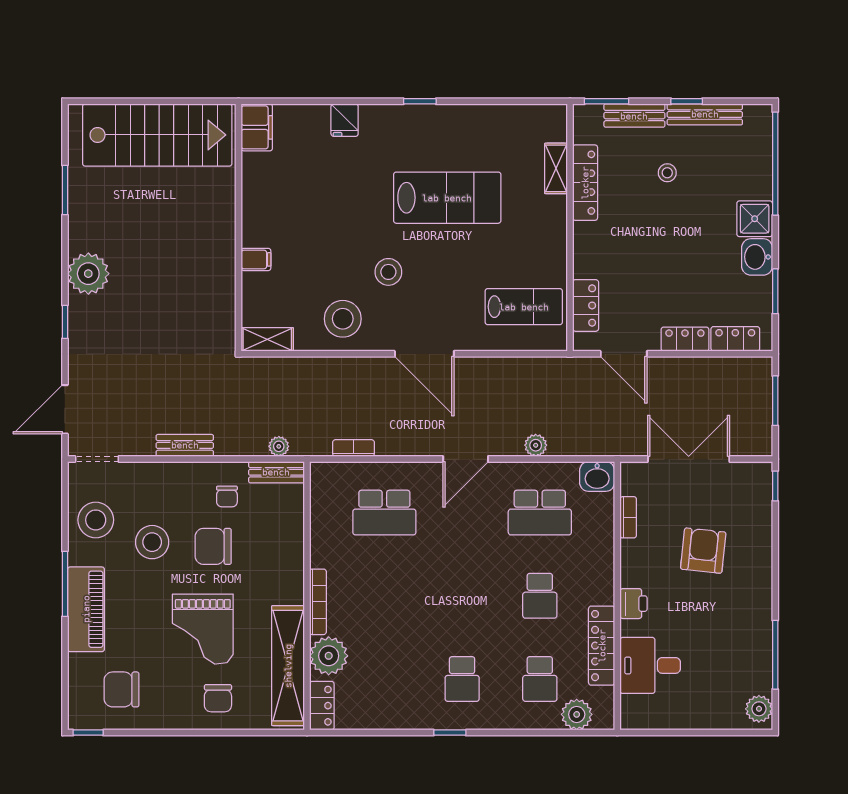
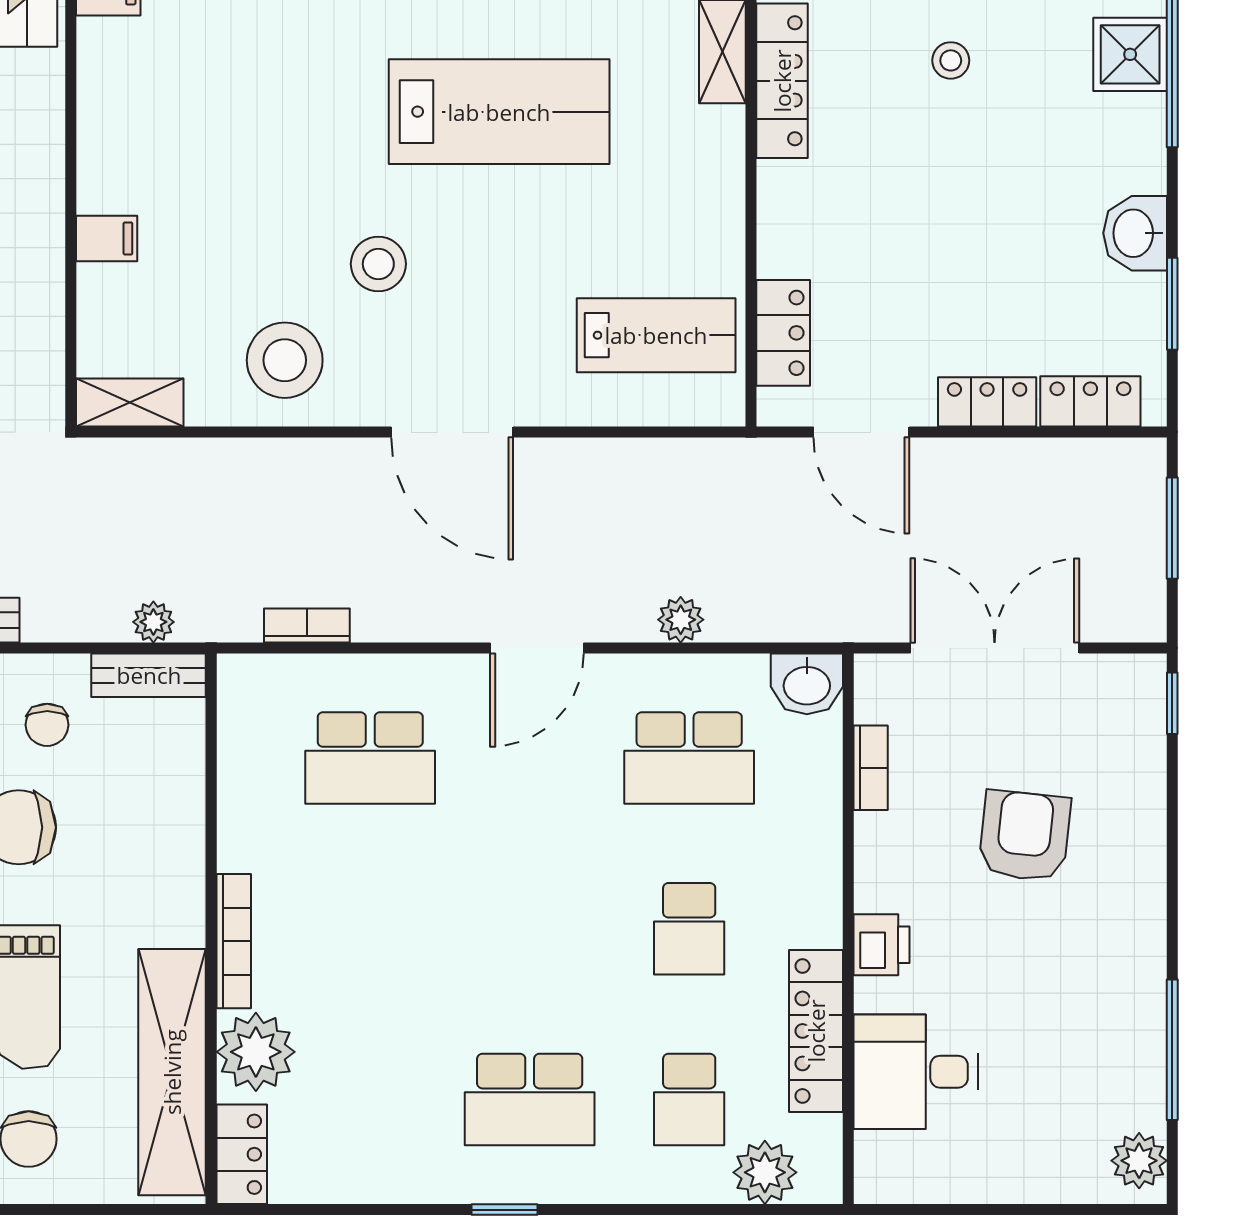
shower: (755, 219) -> (1130, 54), moved
school desk: (462, 679) -> (530, 1100), width x1.85

